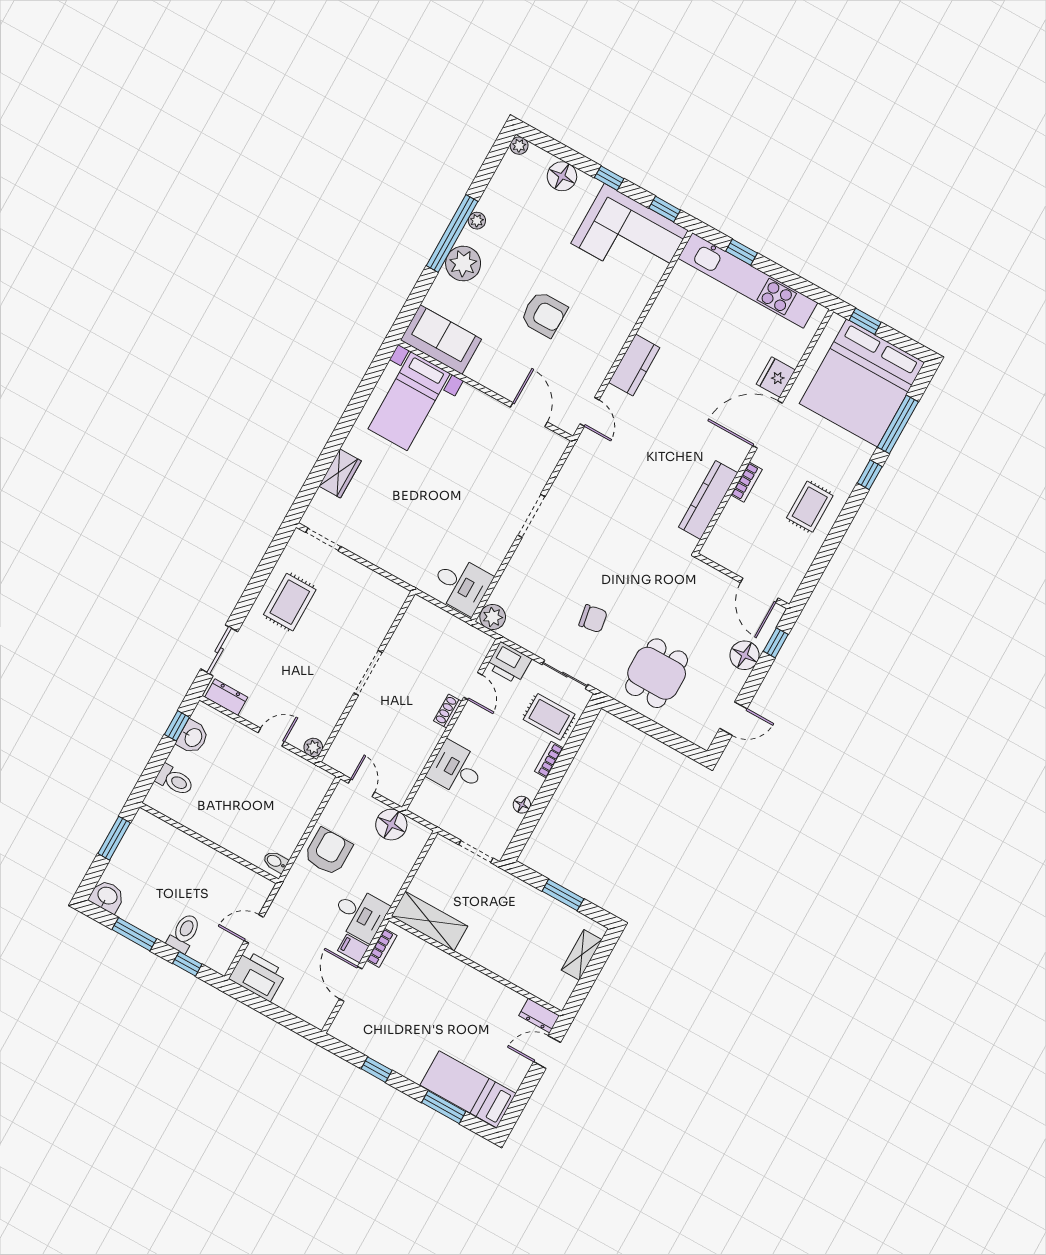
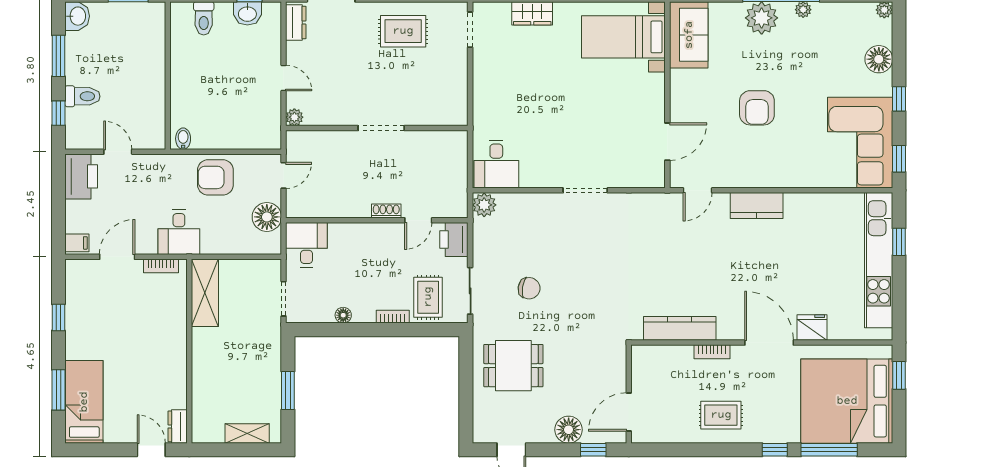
chair: (593, 619) -> (529, 288), turned -71
desk: (456, 769) -> (306, 245), moved
armchair: (328, 852) -> (215, 177), turned 180
filing cabinet: (353, 948) -> (77, 243), moved, turned 90

